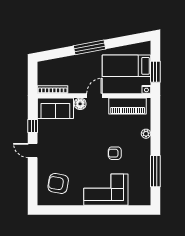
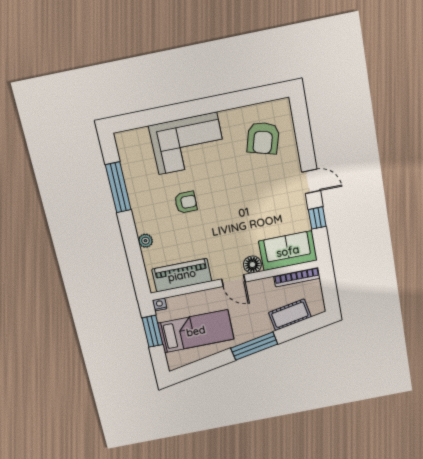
cot: (62, 65) -> (290, 315), added
door: (95, 96) -> (233, 281), hinge flipped
armchair: (58, 183) -> (263, 138), turned 96

